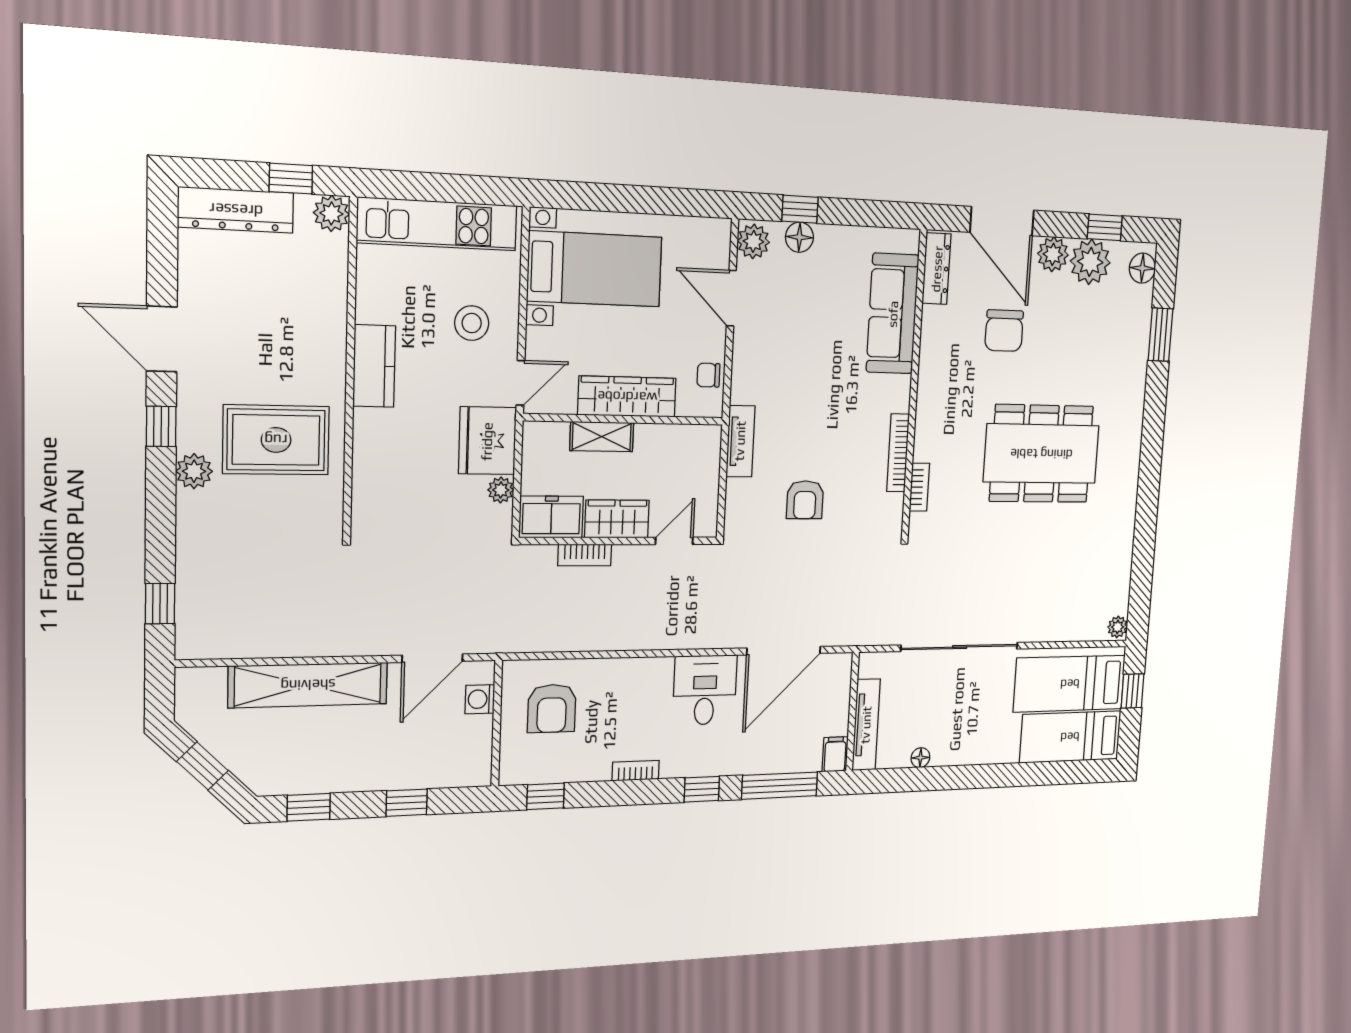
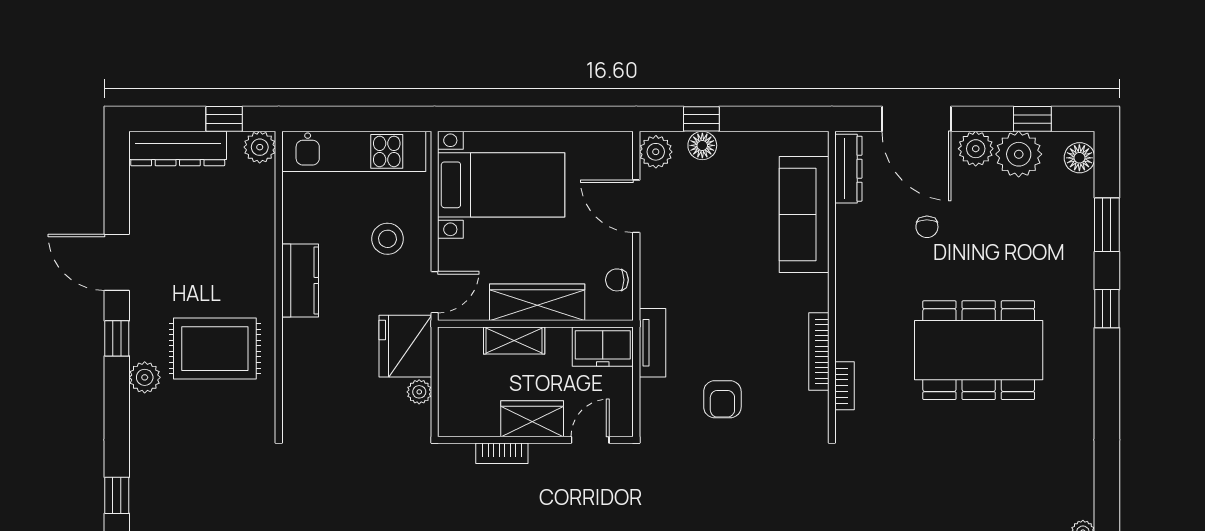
chair: (1004, 331) -> (927, 227), width x0.54, depth x0.54
window: (1154, 416) -> (1107, 309), added
freezer: (551, 517) -> (603, 347), moved, turned 180

